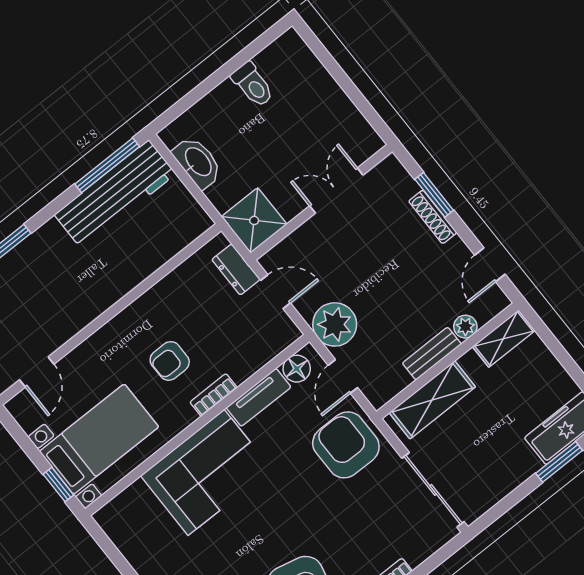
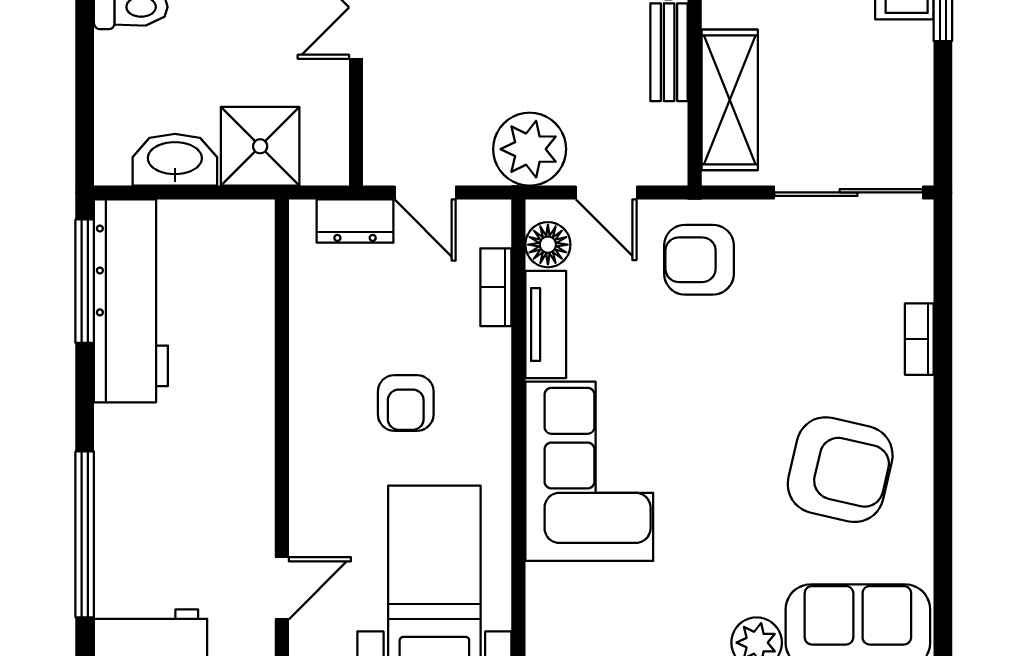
shower: (254, 220) -> (260, 146), moved
door: (275, 292) -> (425, 192), swing flipped
door: (37, 372) -> (282, 588), hinge flipped
bookcase: (214, 395) -> (496, 287), moved
armchair: (346, 445) -> (699, 260), width x0.73, depth x0.73

